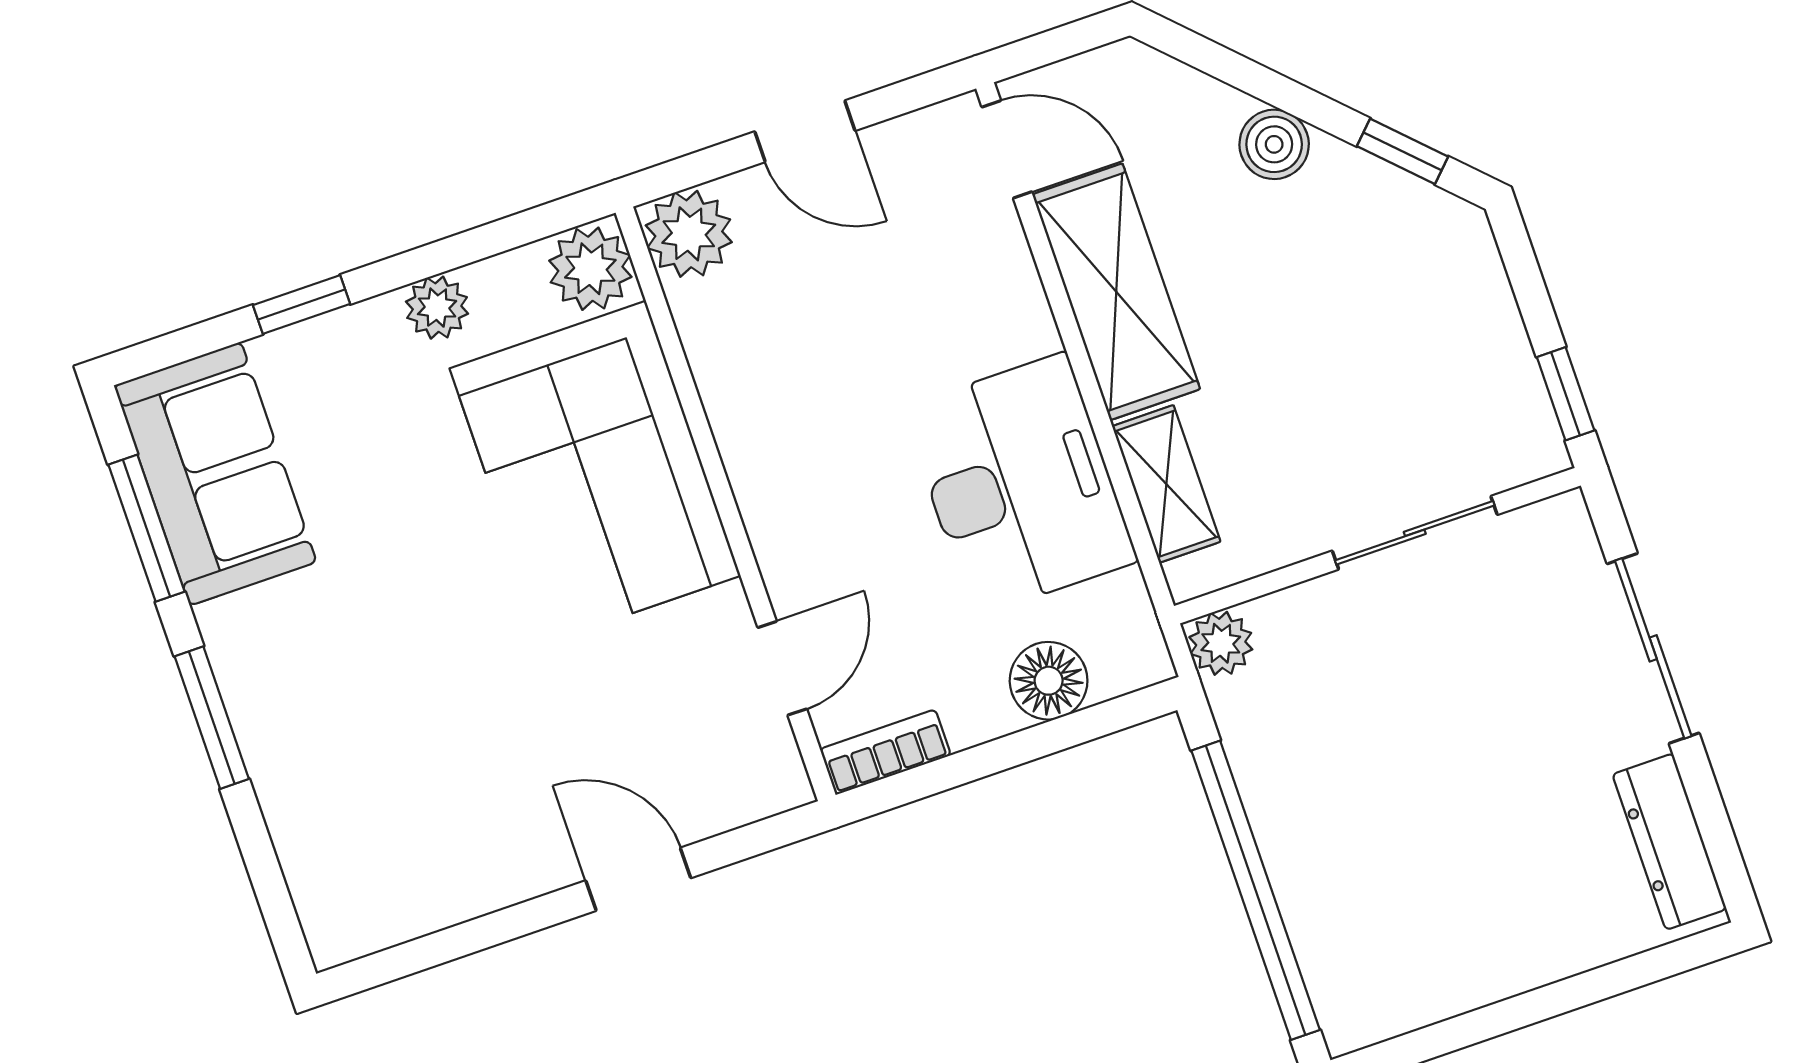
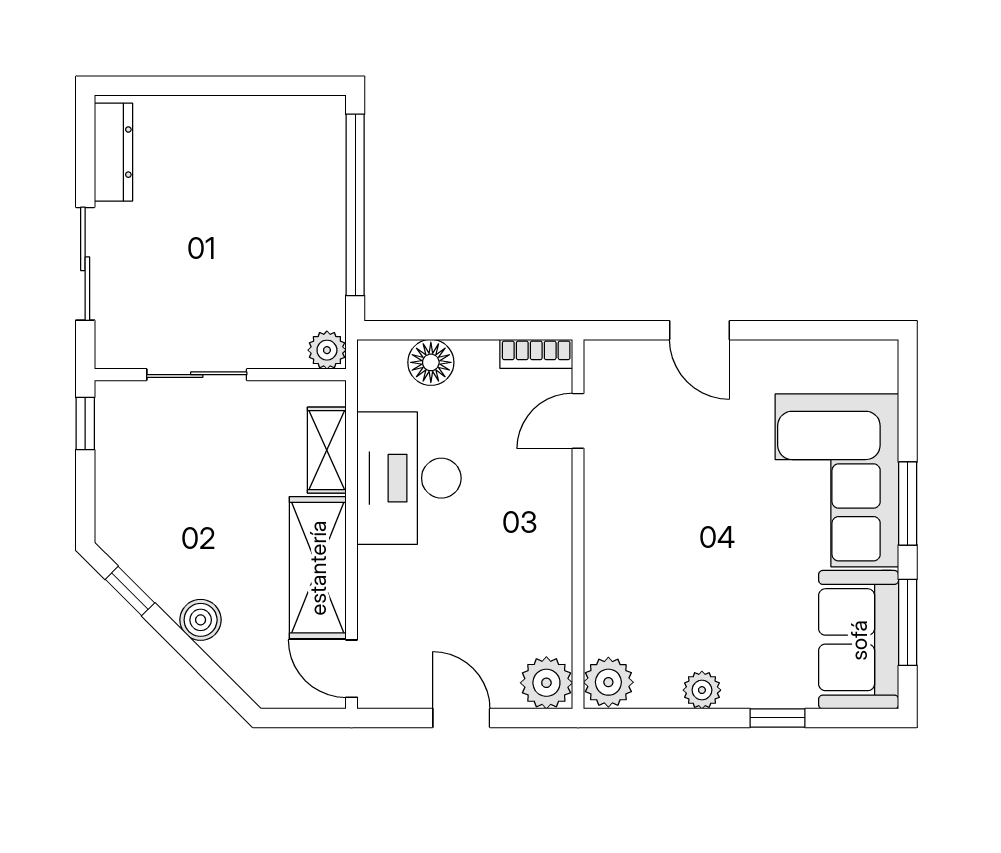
corner sofa: (595, 472) -> (837, 480), moved, turned 180

